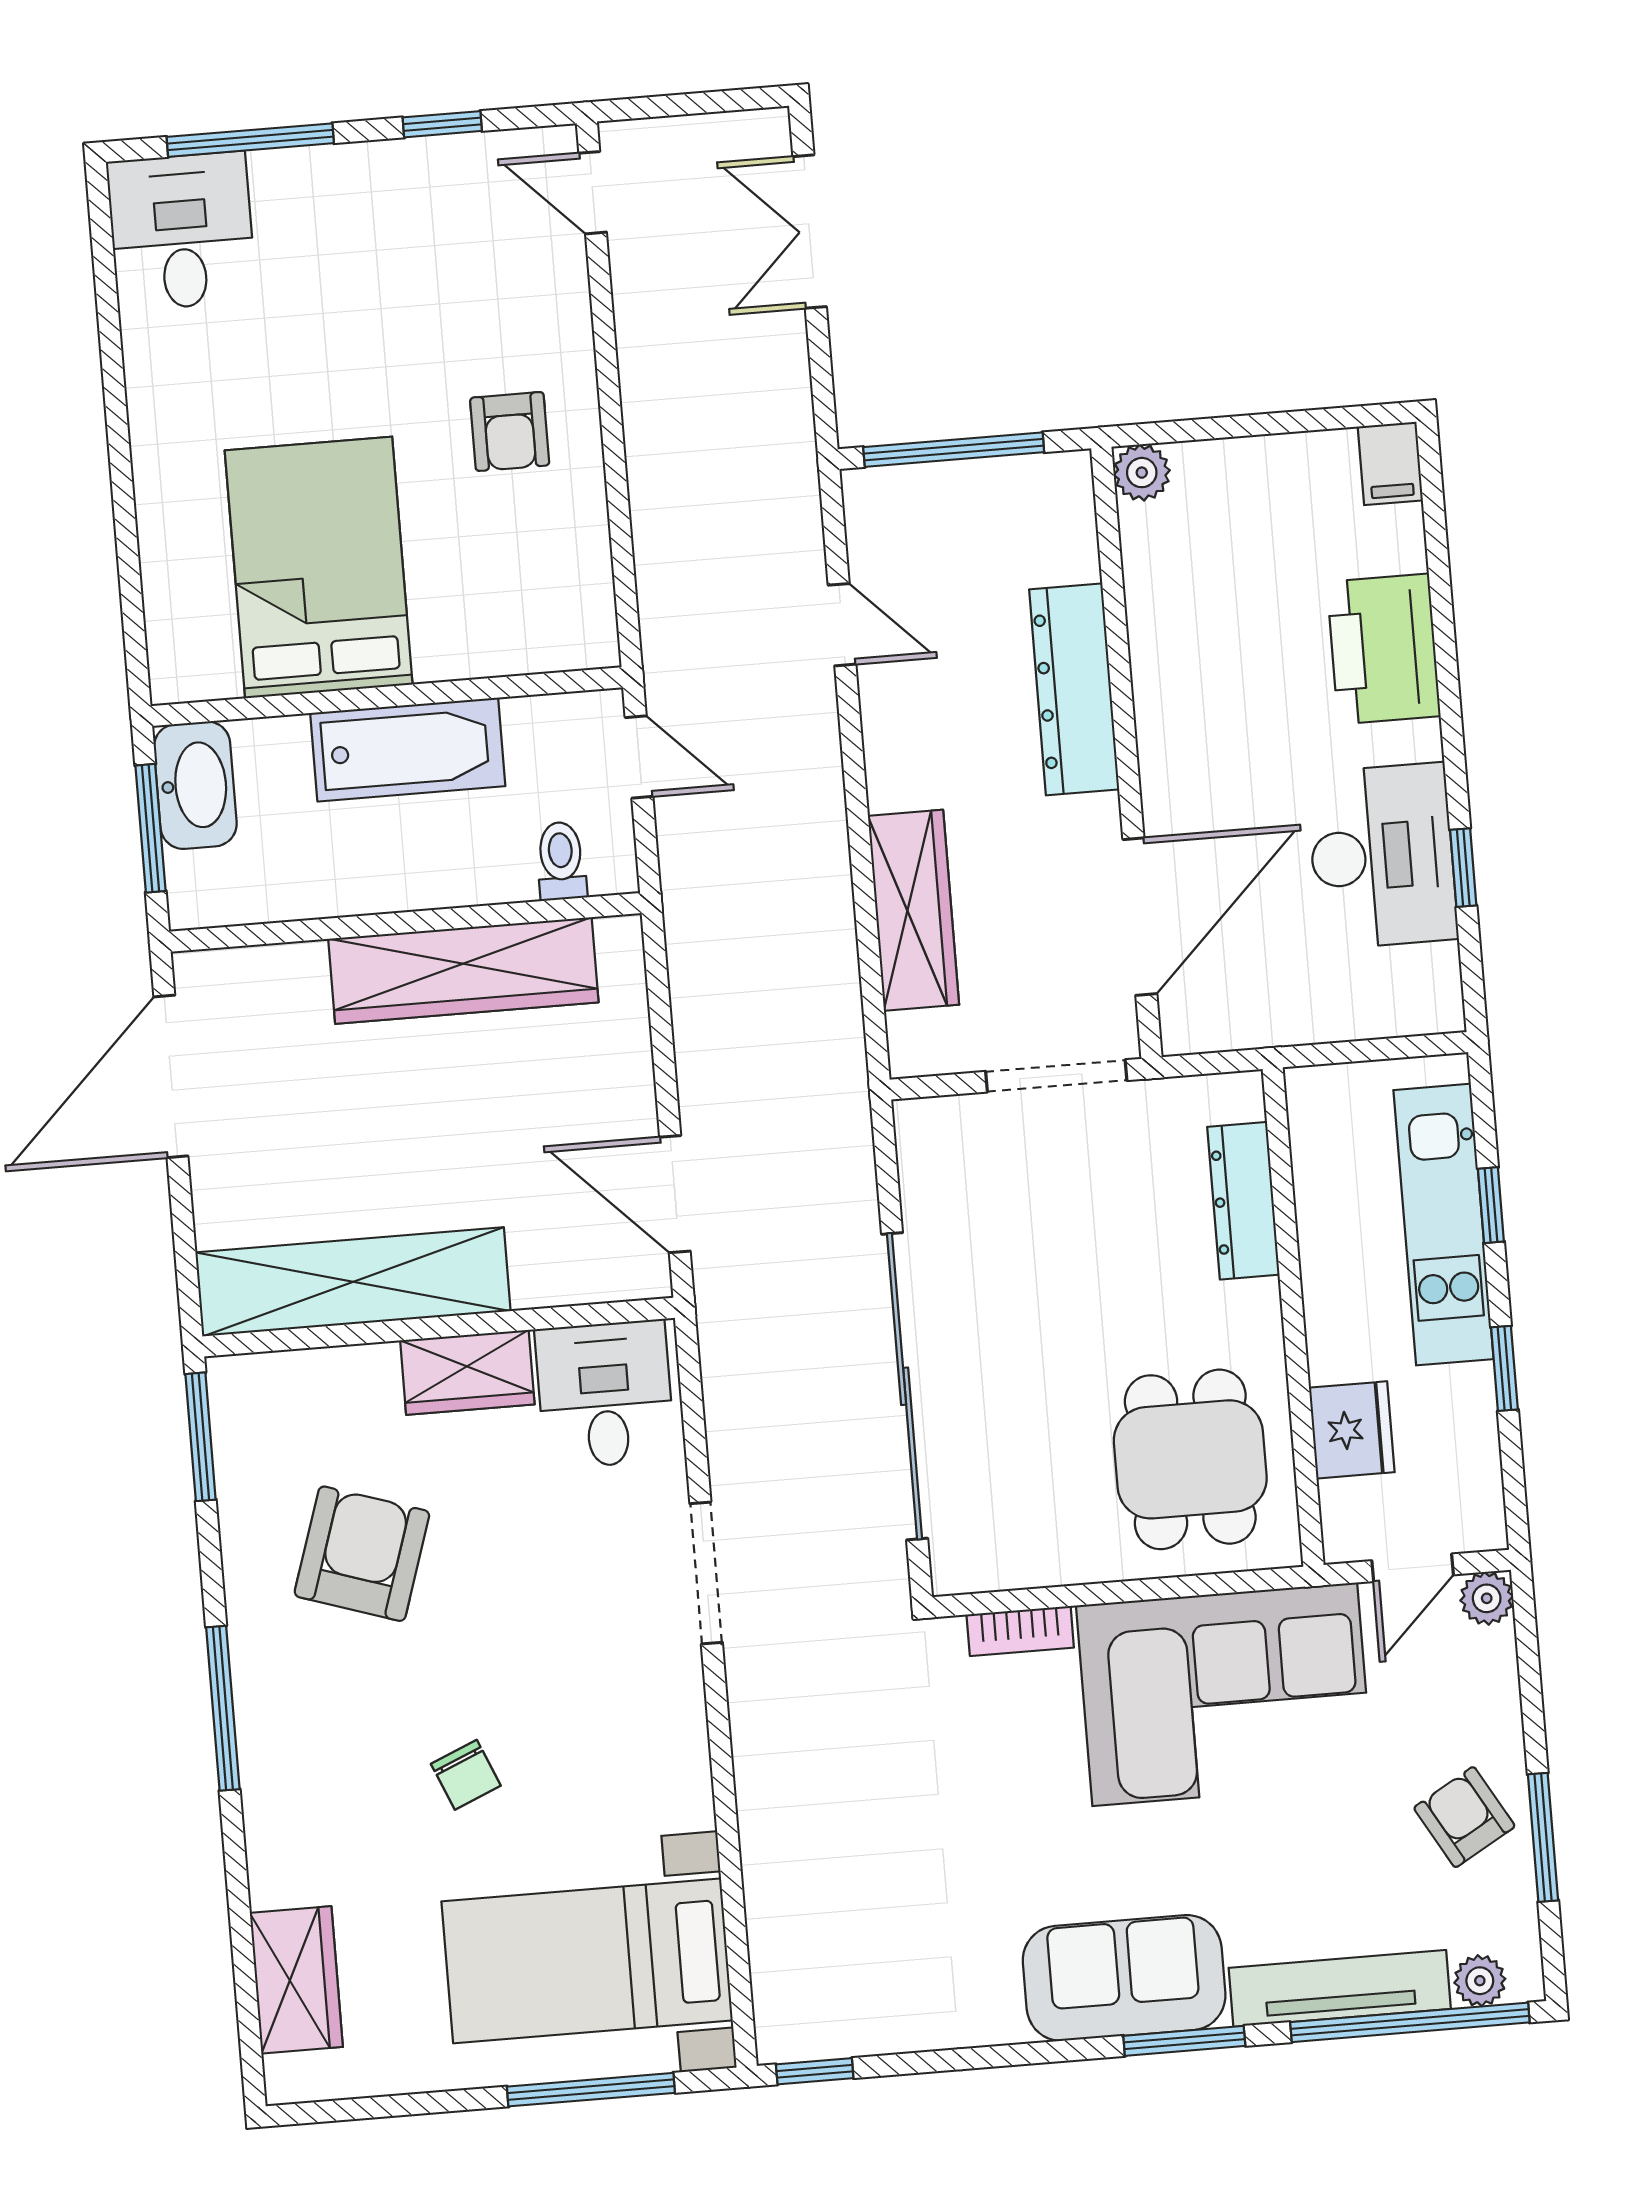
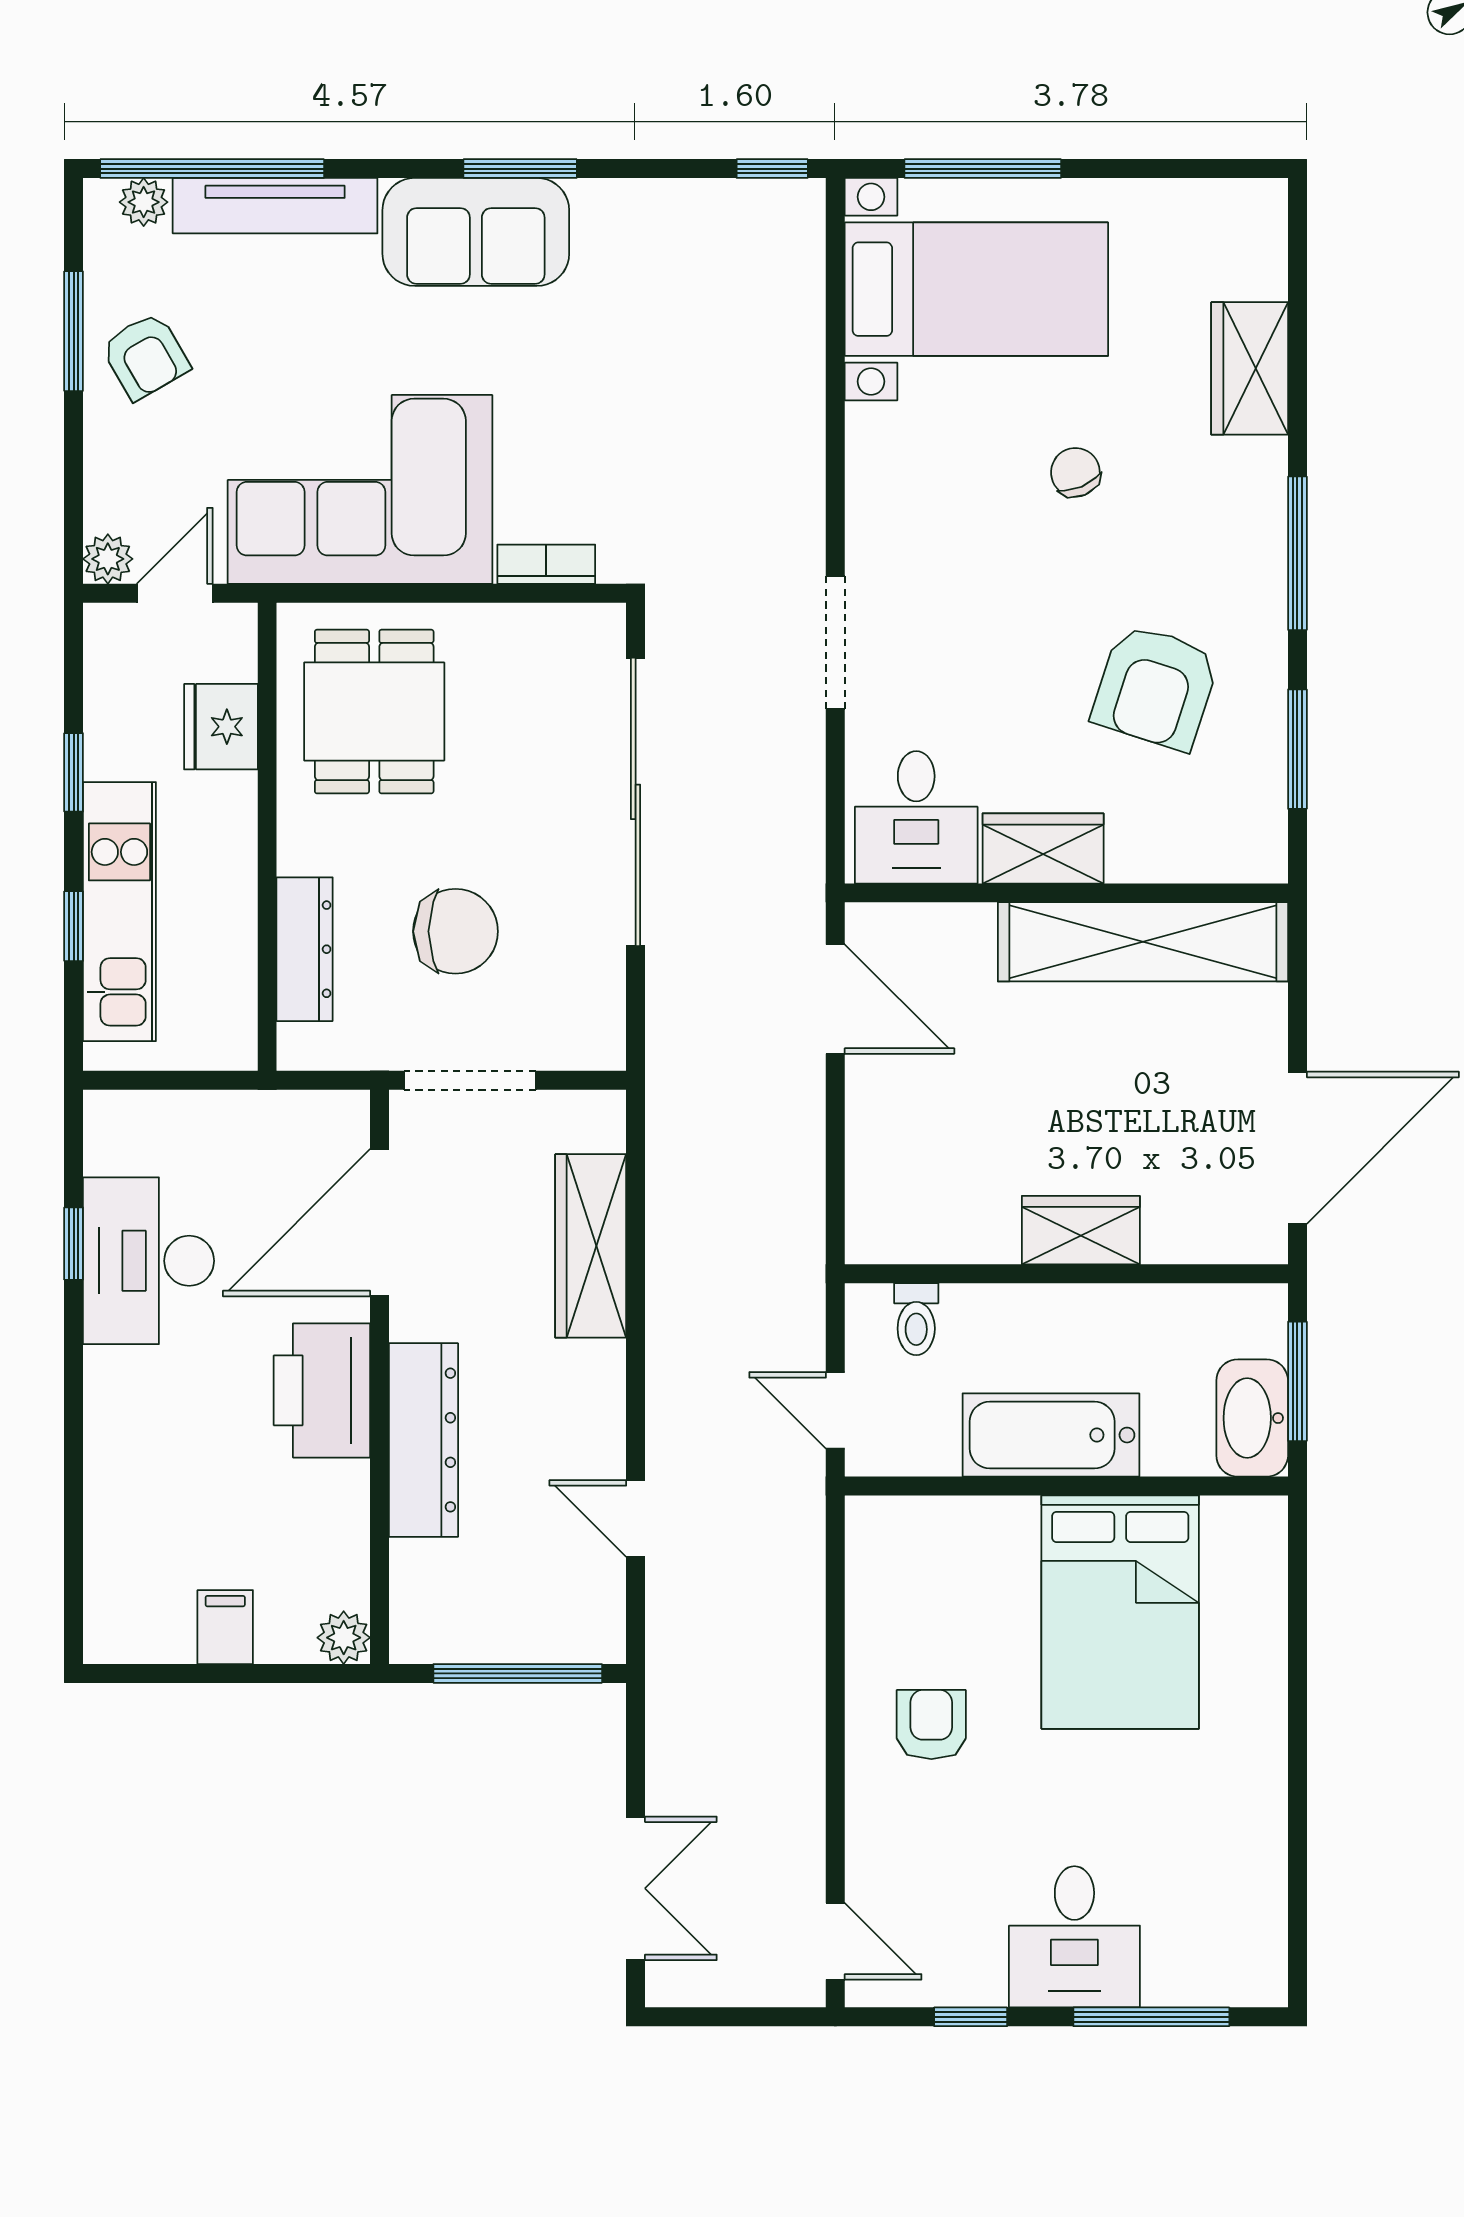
desk: (182, 231) -> (1074, 1937), moved
filing cabinet: (1390, 463) -> (225, 1627), moved
printer: (1384, 649) -> (322, 1390), moved, turned 180
wardrobe: (463, 971) -> (1081, 1230), width x0.48, depth x0.85
chair: (1085, 1233) -> (455, 931), added
window: (201, 1437) -> (1297, 749), moved
wardrobe: (296, 1980) -> (1250, 368), moved
window: (1184, 2041) -> (520, 169), moved

